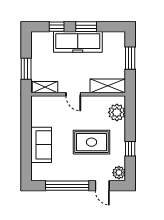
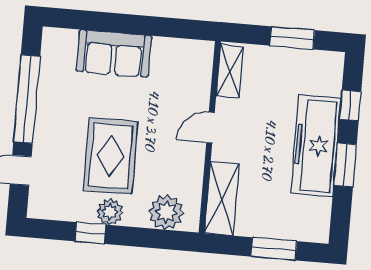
window: (26, 69) -> (292, 38), moved
plant: (119, 173) -> (110, 212), moved

